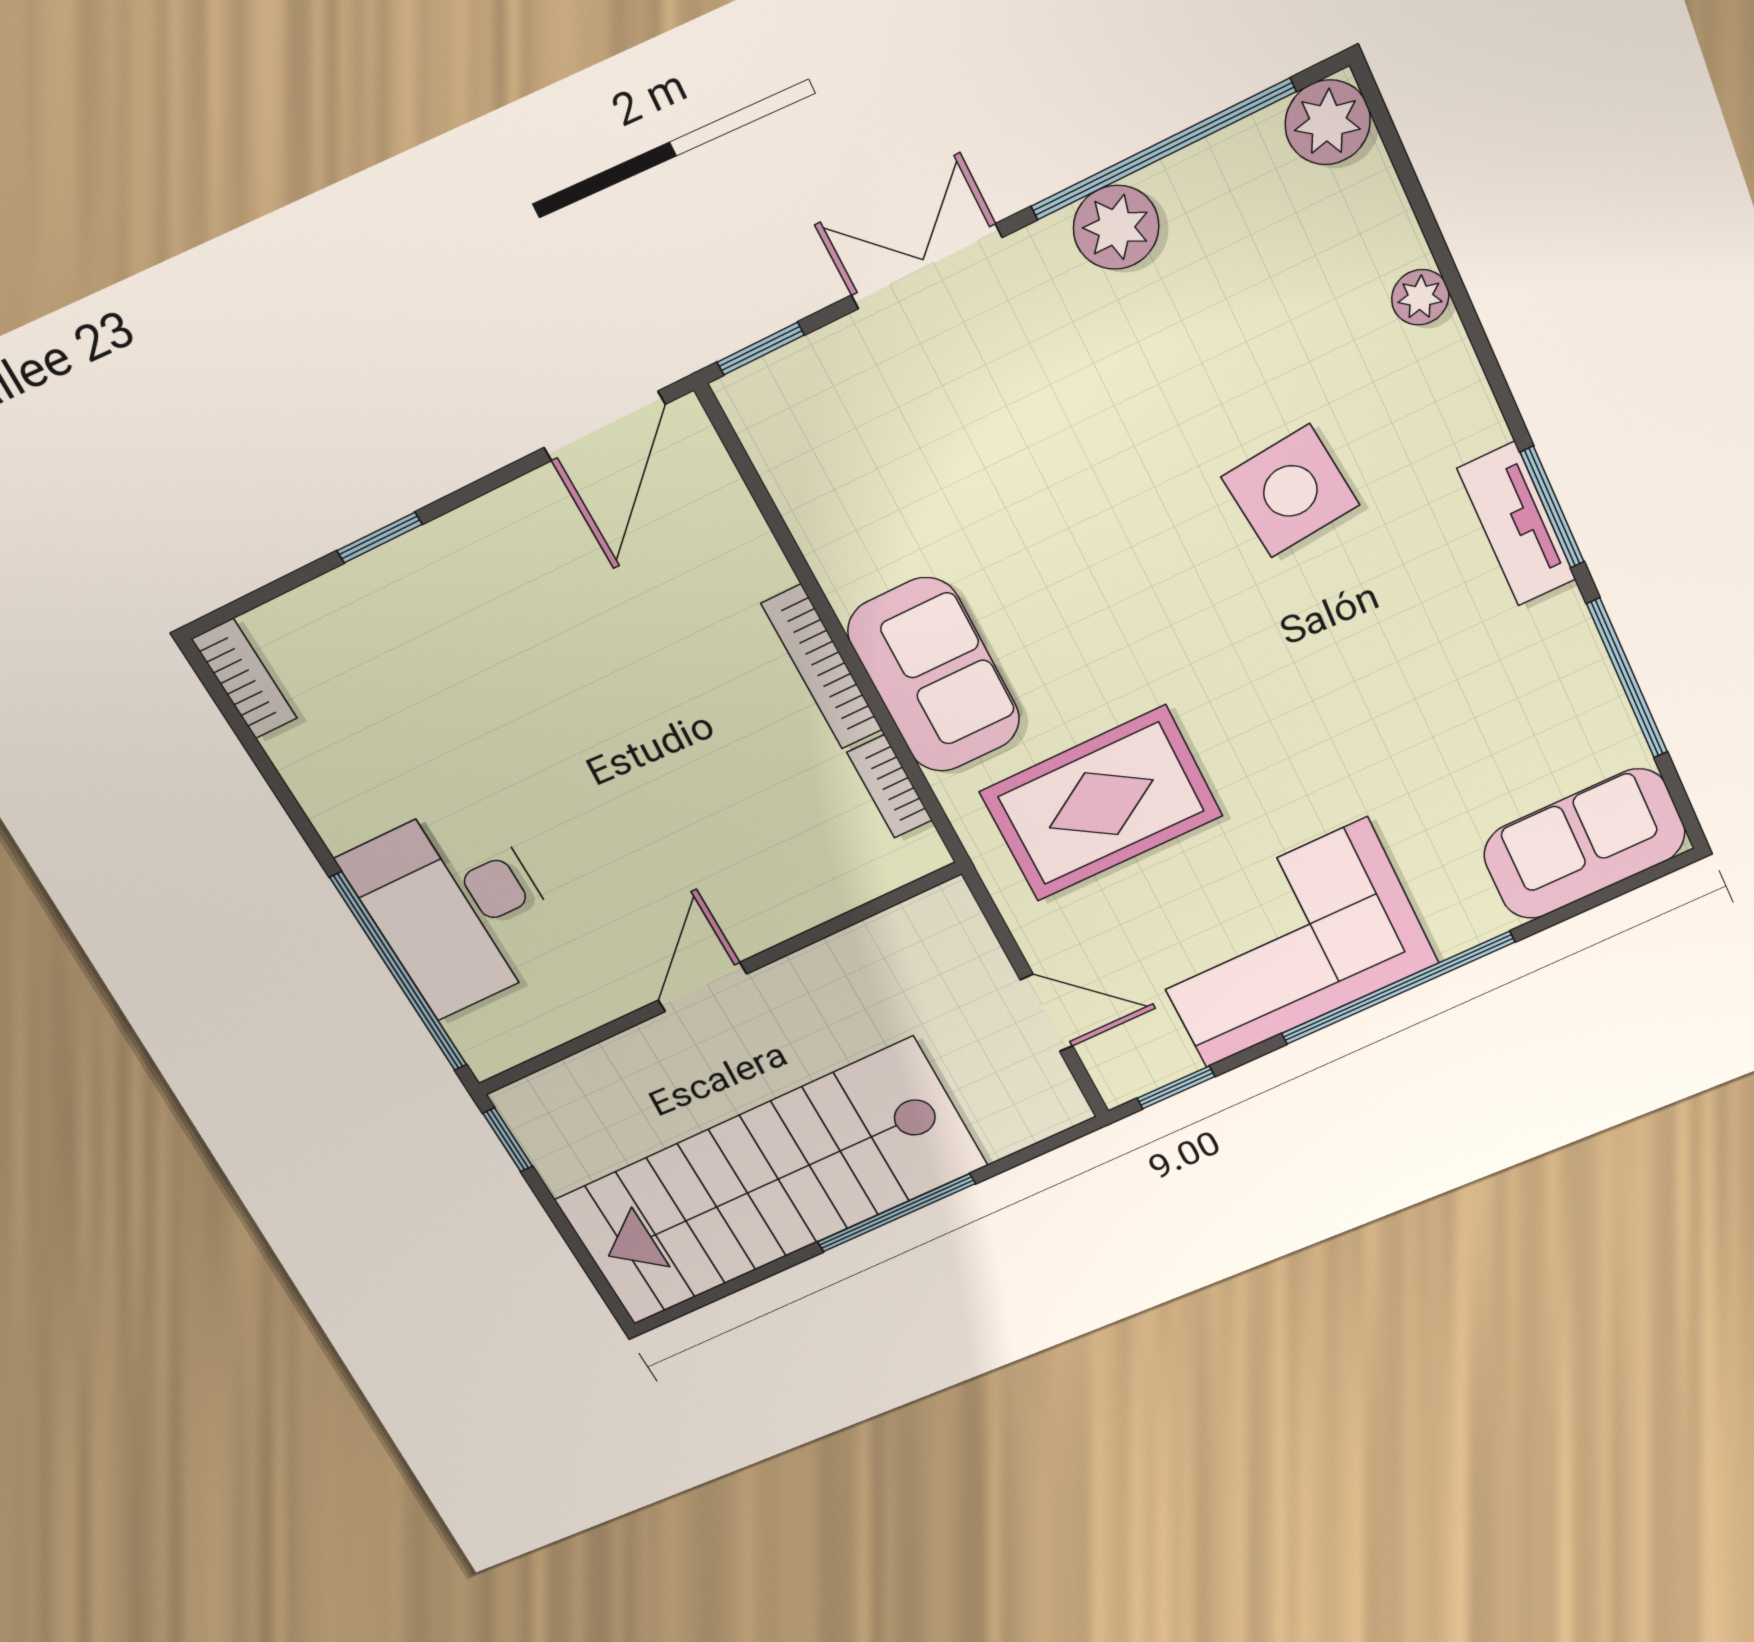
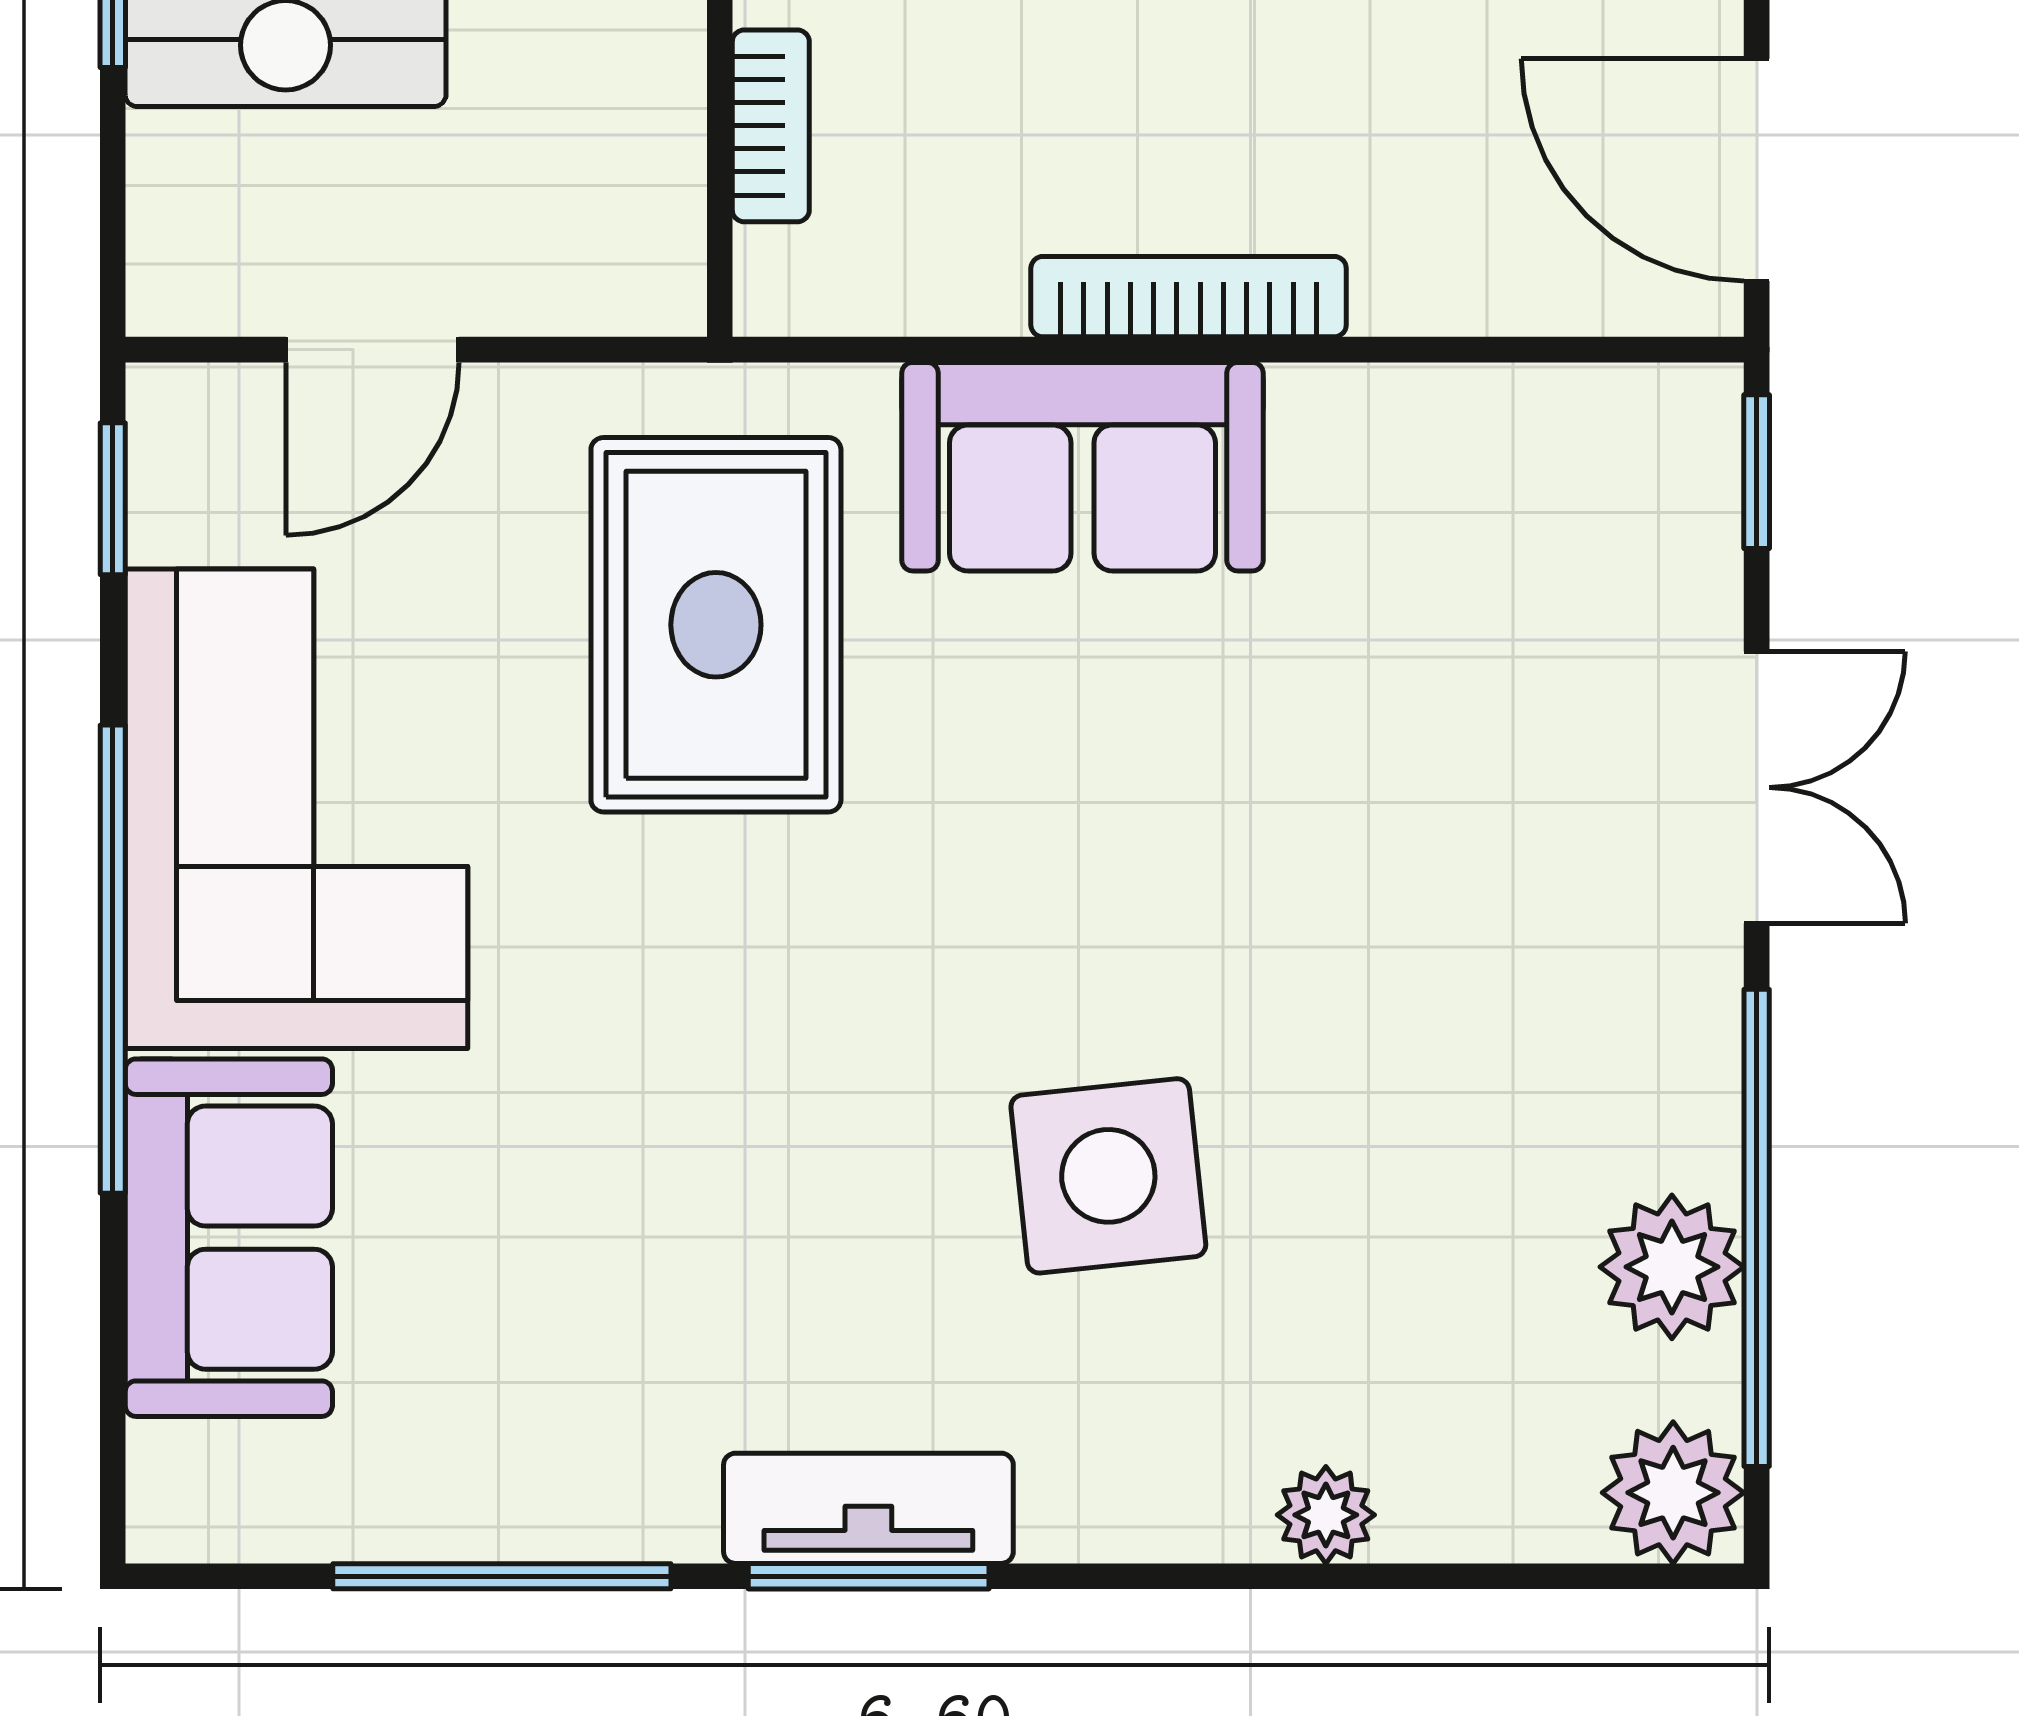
plant: (1116, 227) -> (1672, 1267), moved
bookcase: (890, 786) -> (771, 126), moved, turned 90
sofa: (1584, 844) -> (229, 1238), moved

